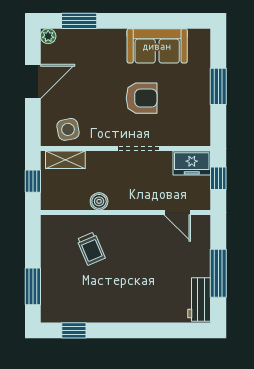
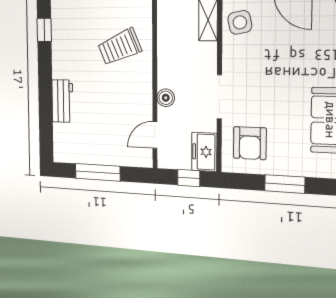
armchair: (142, 98) -> (250, 143), moved
boiler: (99, 201) -> (166, 98), moved
trolley: (91, 249) -> (120, 47), width x1.36, depth x1.39
workbench: (199, 299) -> (62, 101), moved, turned 90

